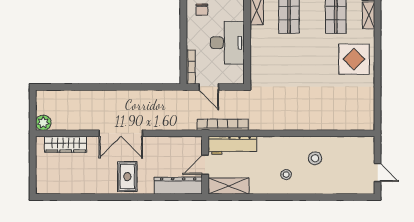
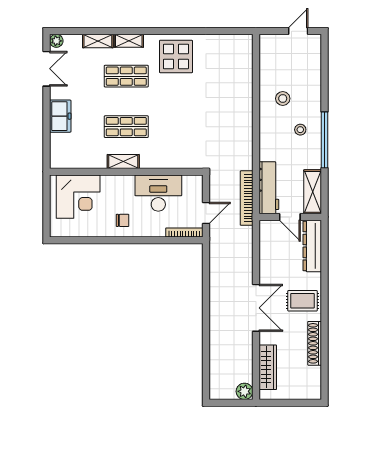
shoe rack: (88, 188) -> (315, 343), added
window: (277, 197) -> (325, 140), added

